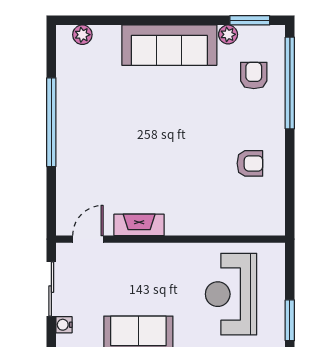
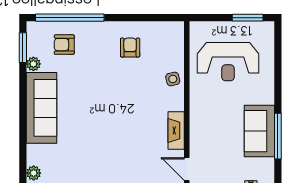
side table: (208, 220) -> (173, 79), added

